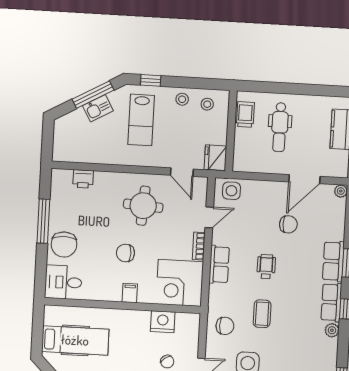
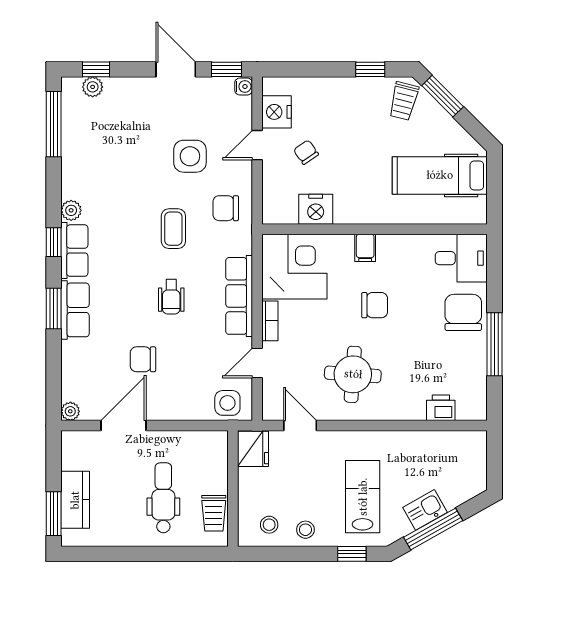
row of seats: (219, 265) -> (239, 296), width x1.48

